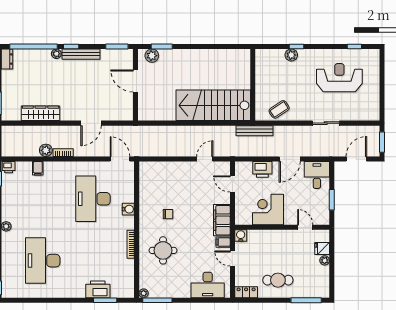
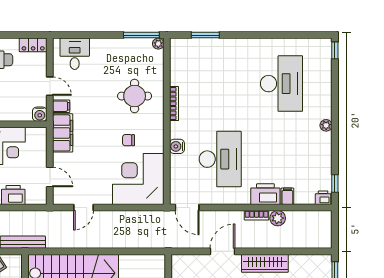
wardrobe: (41, 113) -> (265, 263), moved
corner desk: (160, 182) -> (138, 179), added
desk: (208, 285) -> (75, 54), width x0.73
printer: (98, 289) -> (265, 194), moved, turned 180

